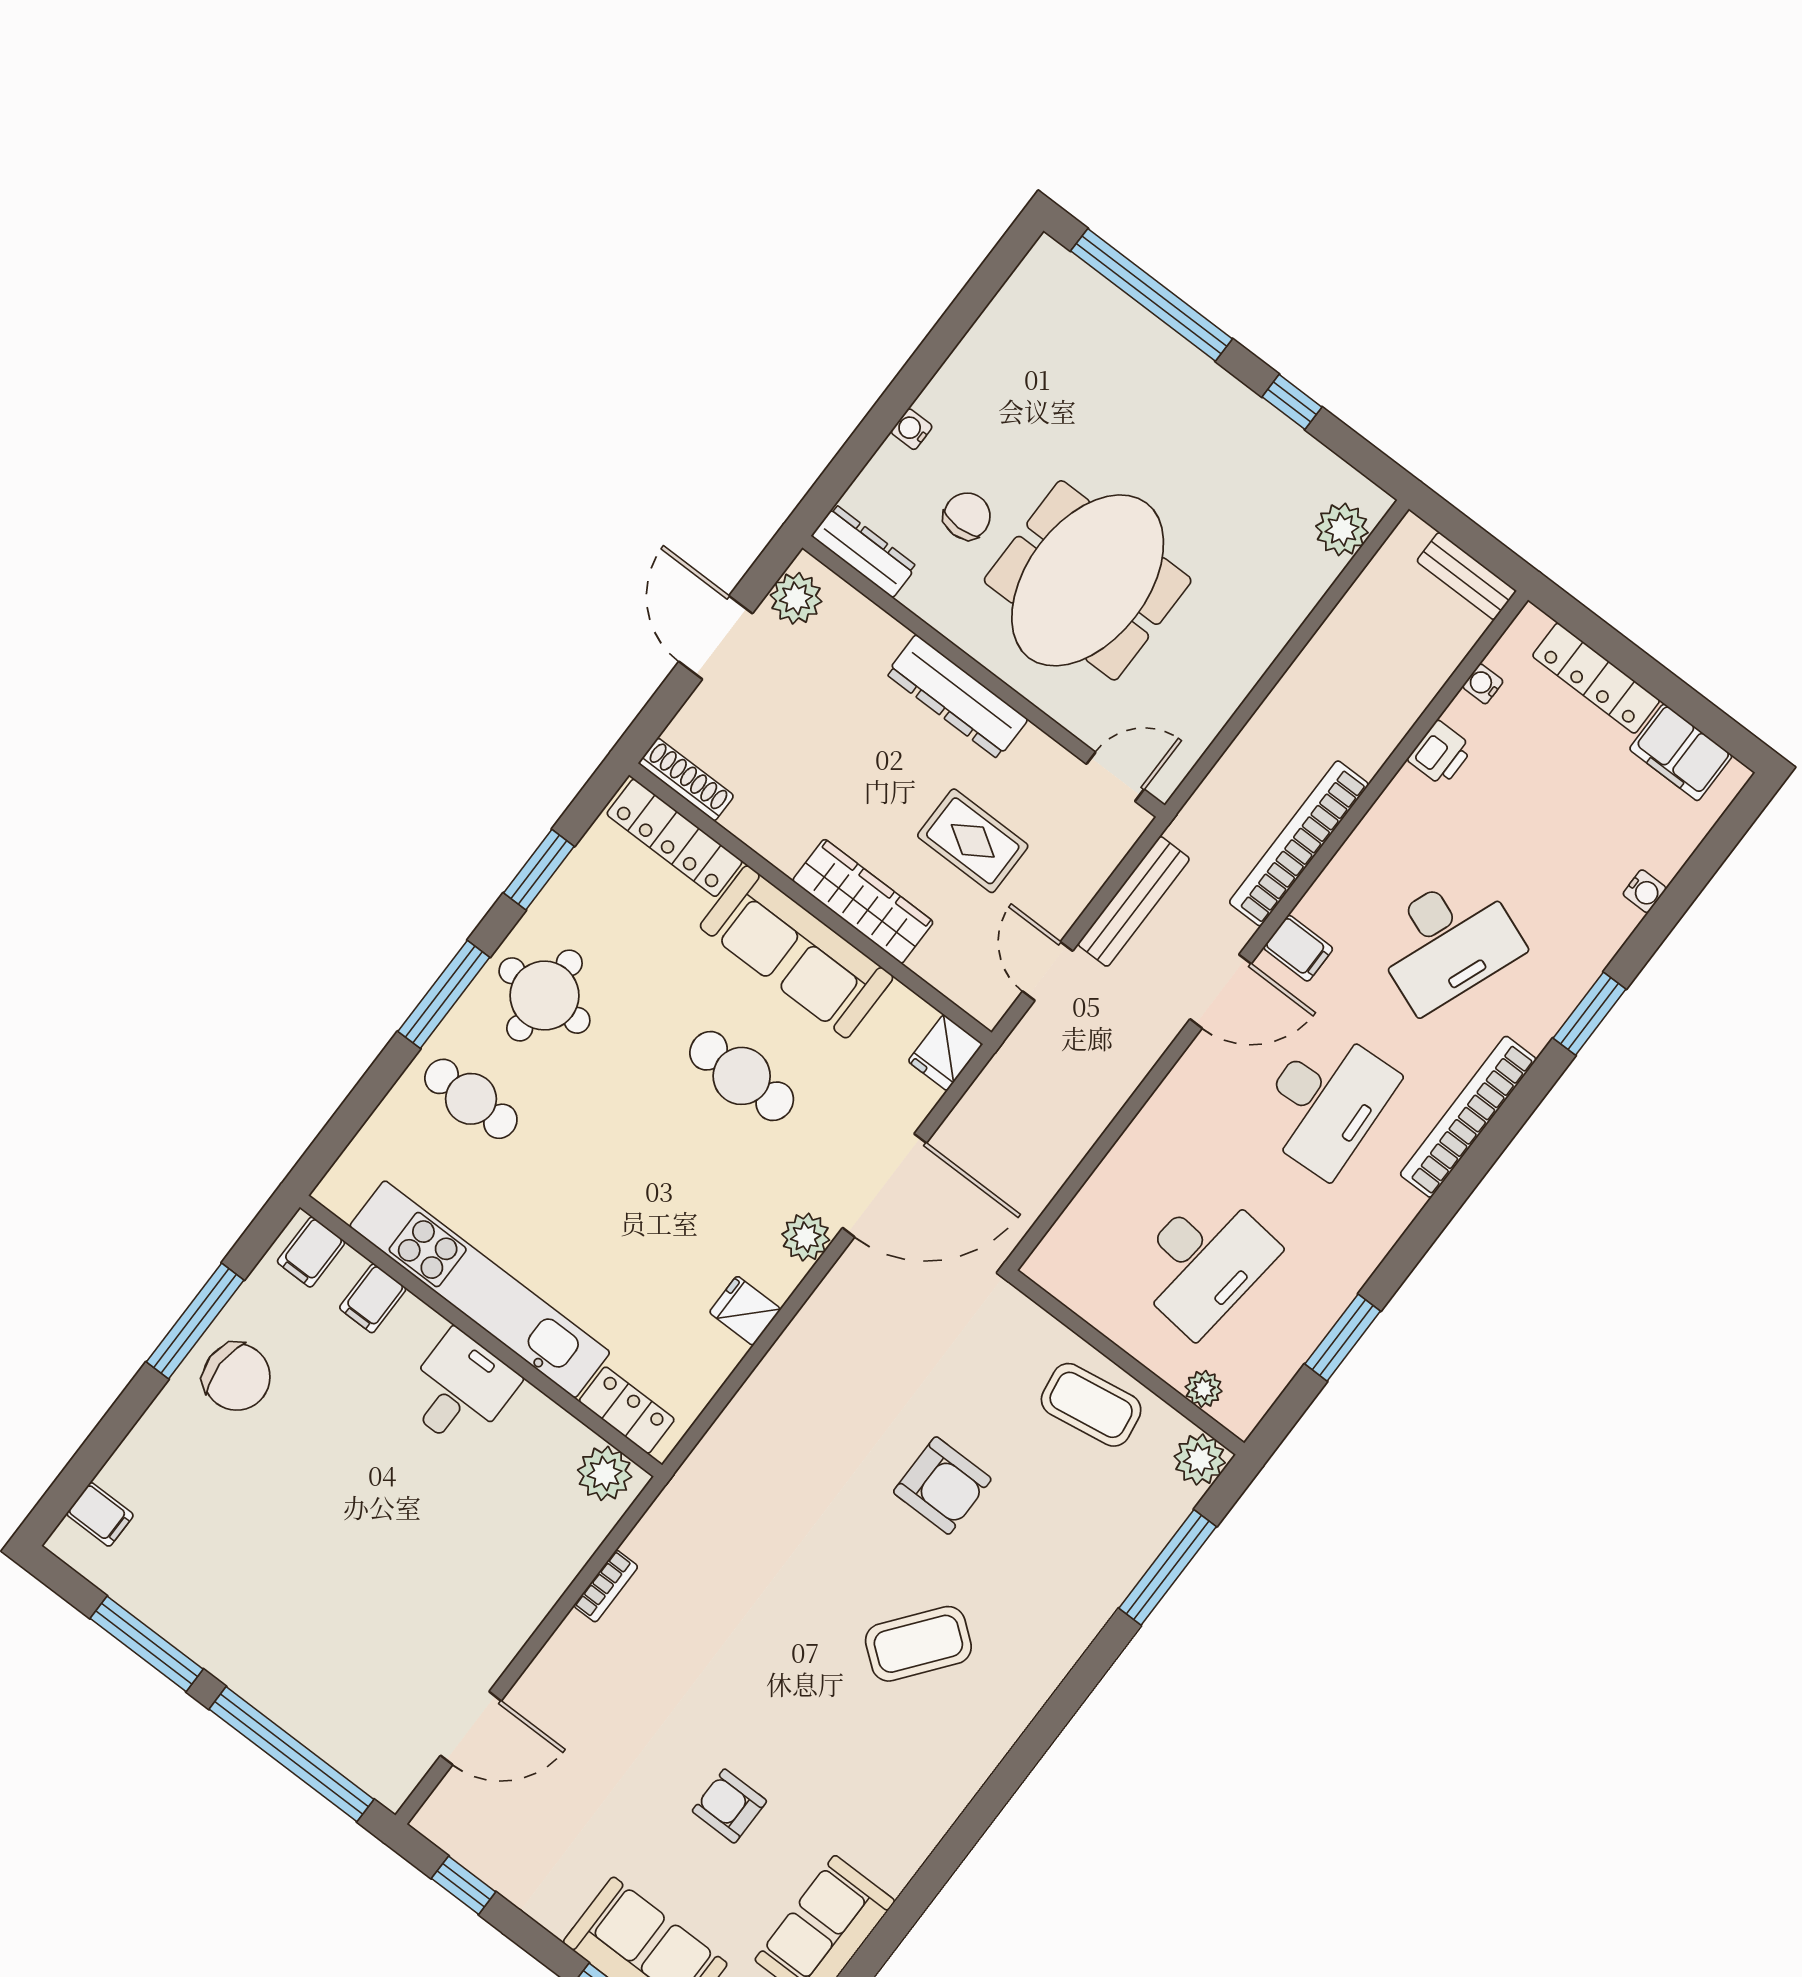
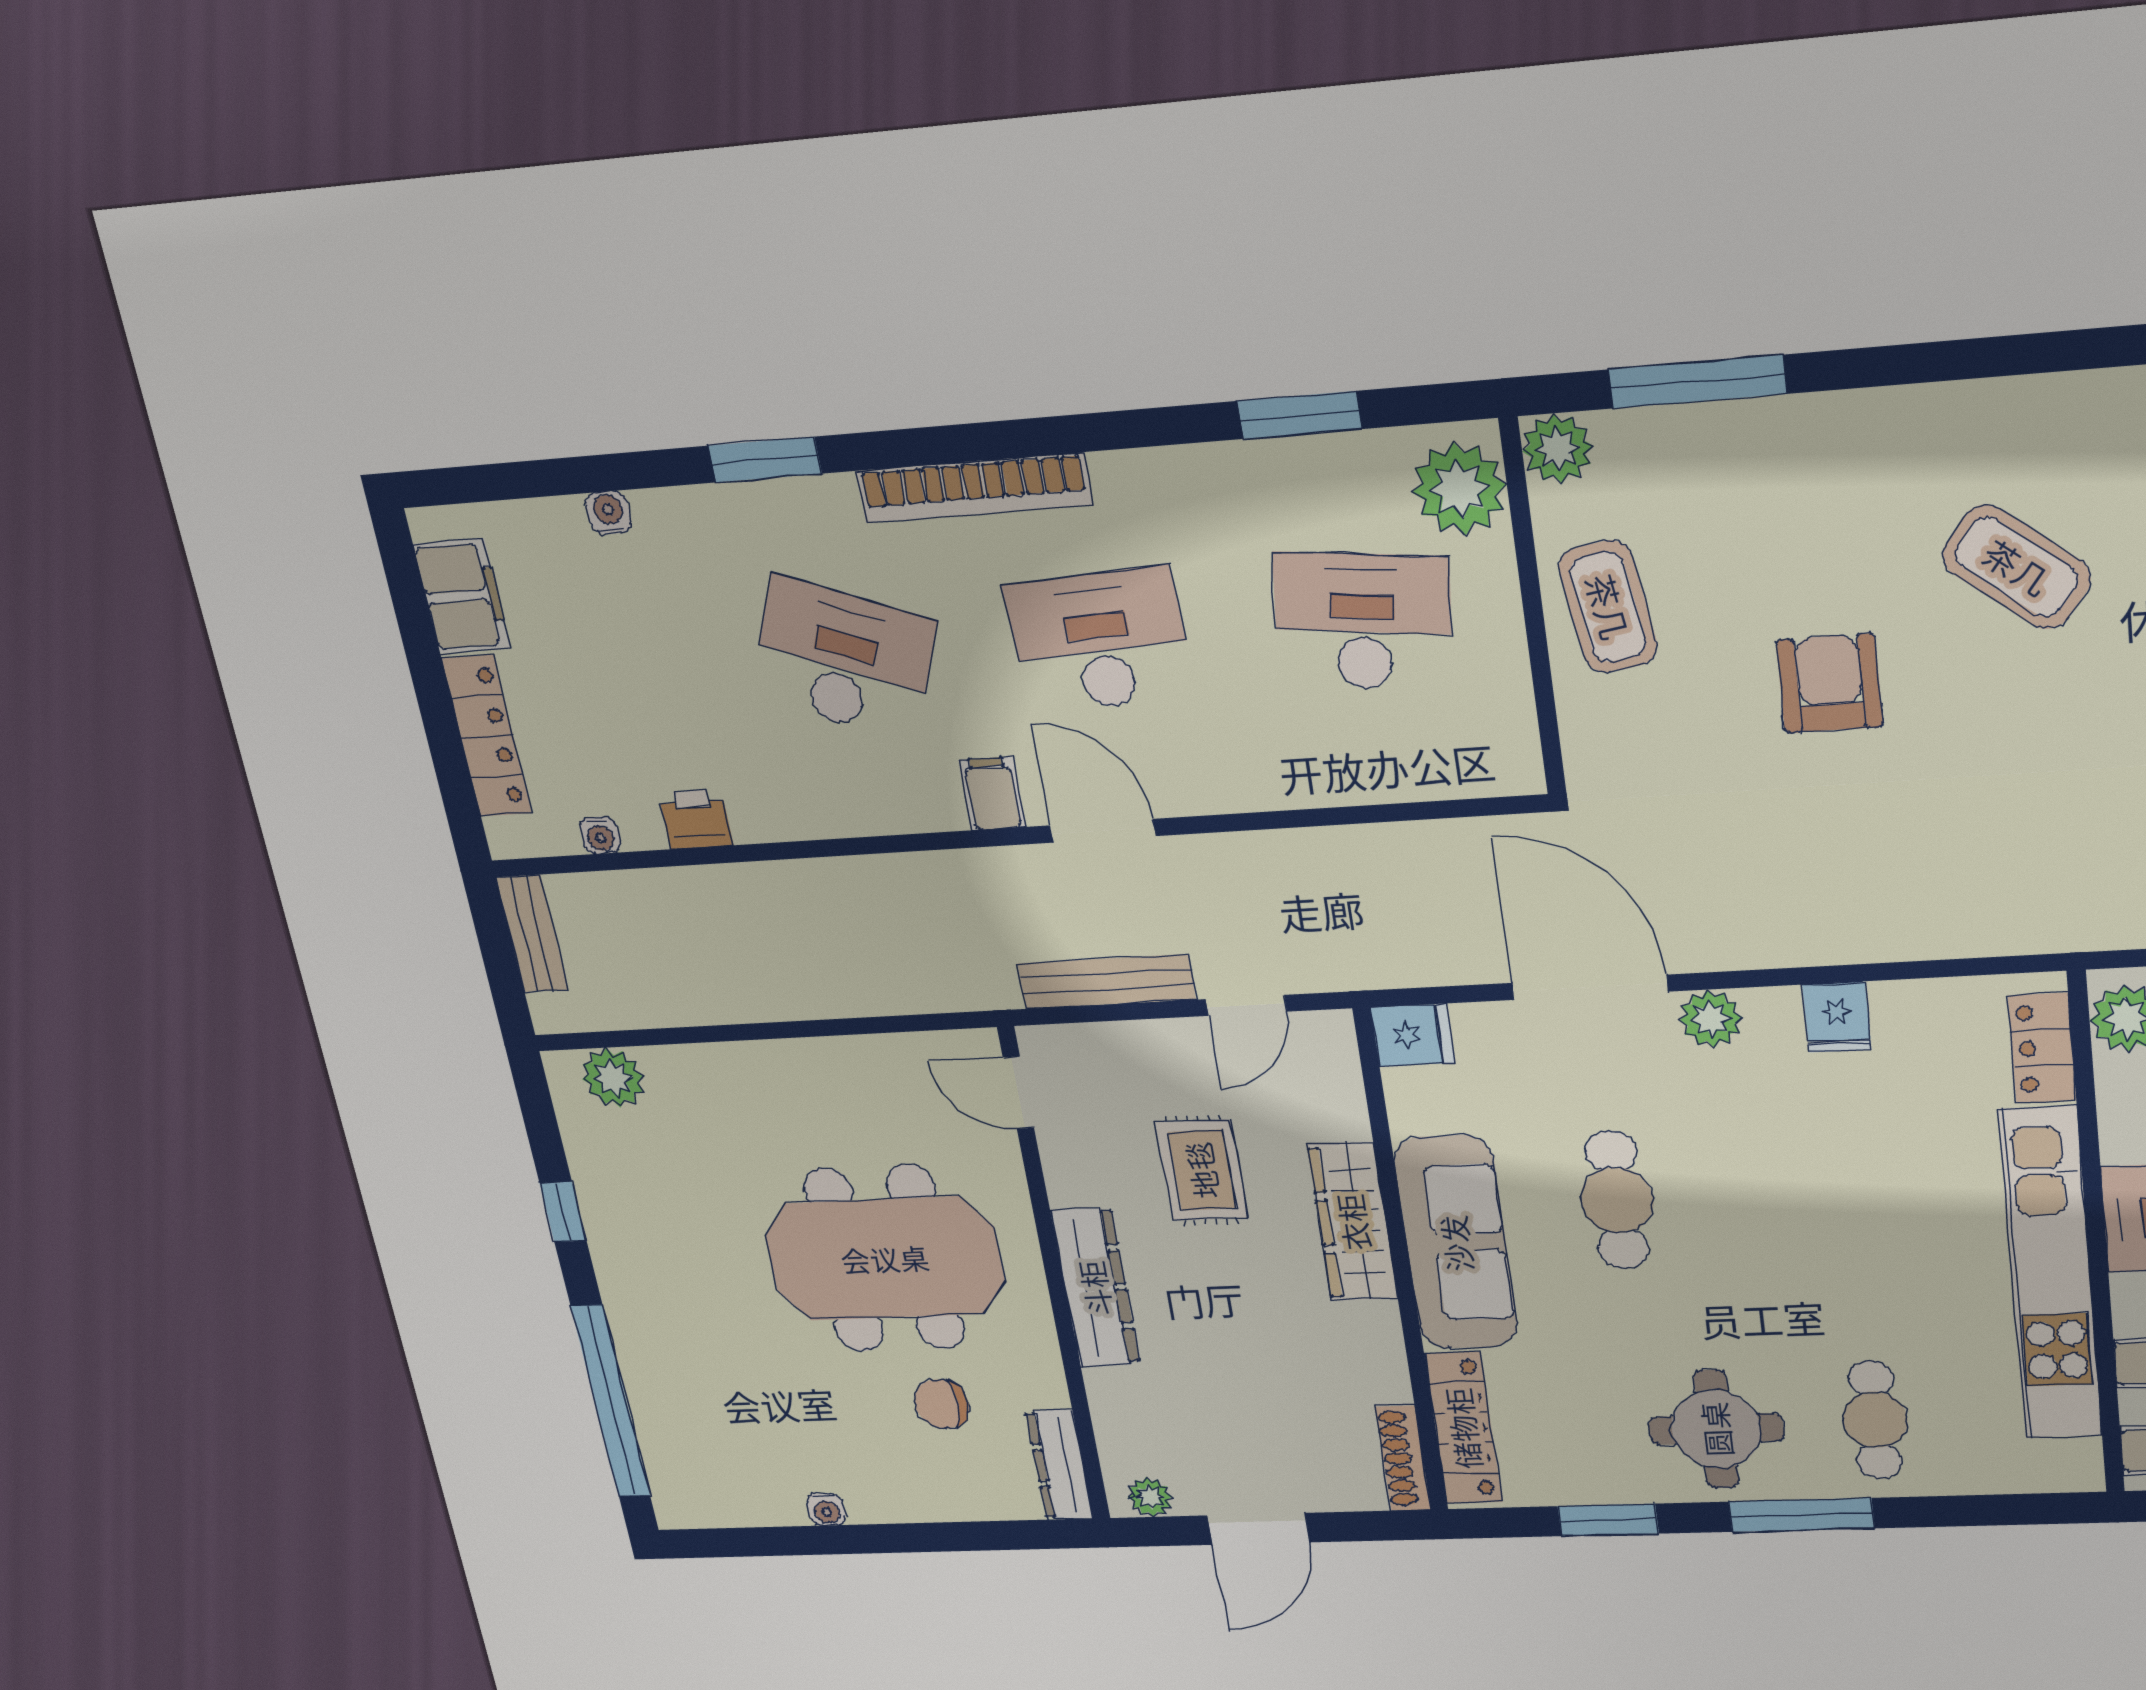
water cooler: (912, 429) -> (826, 1509), moved
plant: (796, 598) -> (1150, 1497), width x0.73, depth x0.73
bookcase: (1299, 843) -> (903, 877), removed
plant: (1204, 1389) -> (1459, 489), width x1.88, depth x1.88

